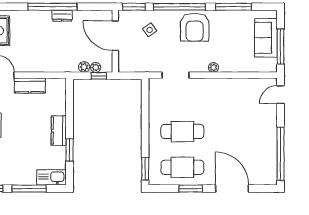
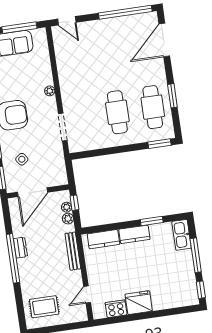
bench: (51, 67) -> (73, 251), added
kitchen counter: (30, 85) -> (103, 239), moved, turned 90
door: (232, 189) -> (164, 40), moved

